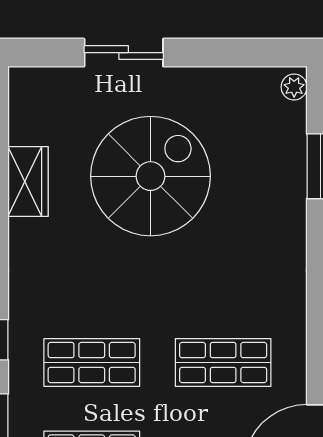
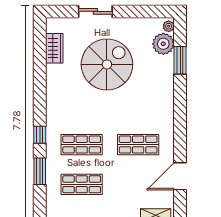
plant: (282, 128) -> (163, 44), added
wardrobe: (28, 181) -> (54, 48), moved

